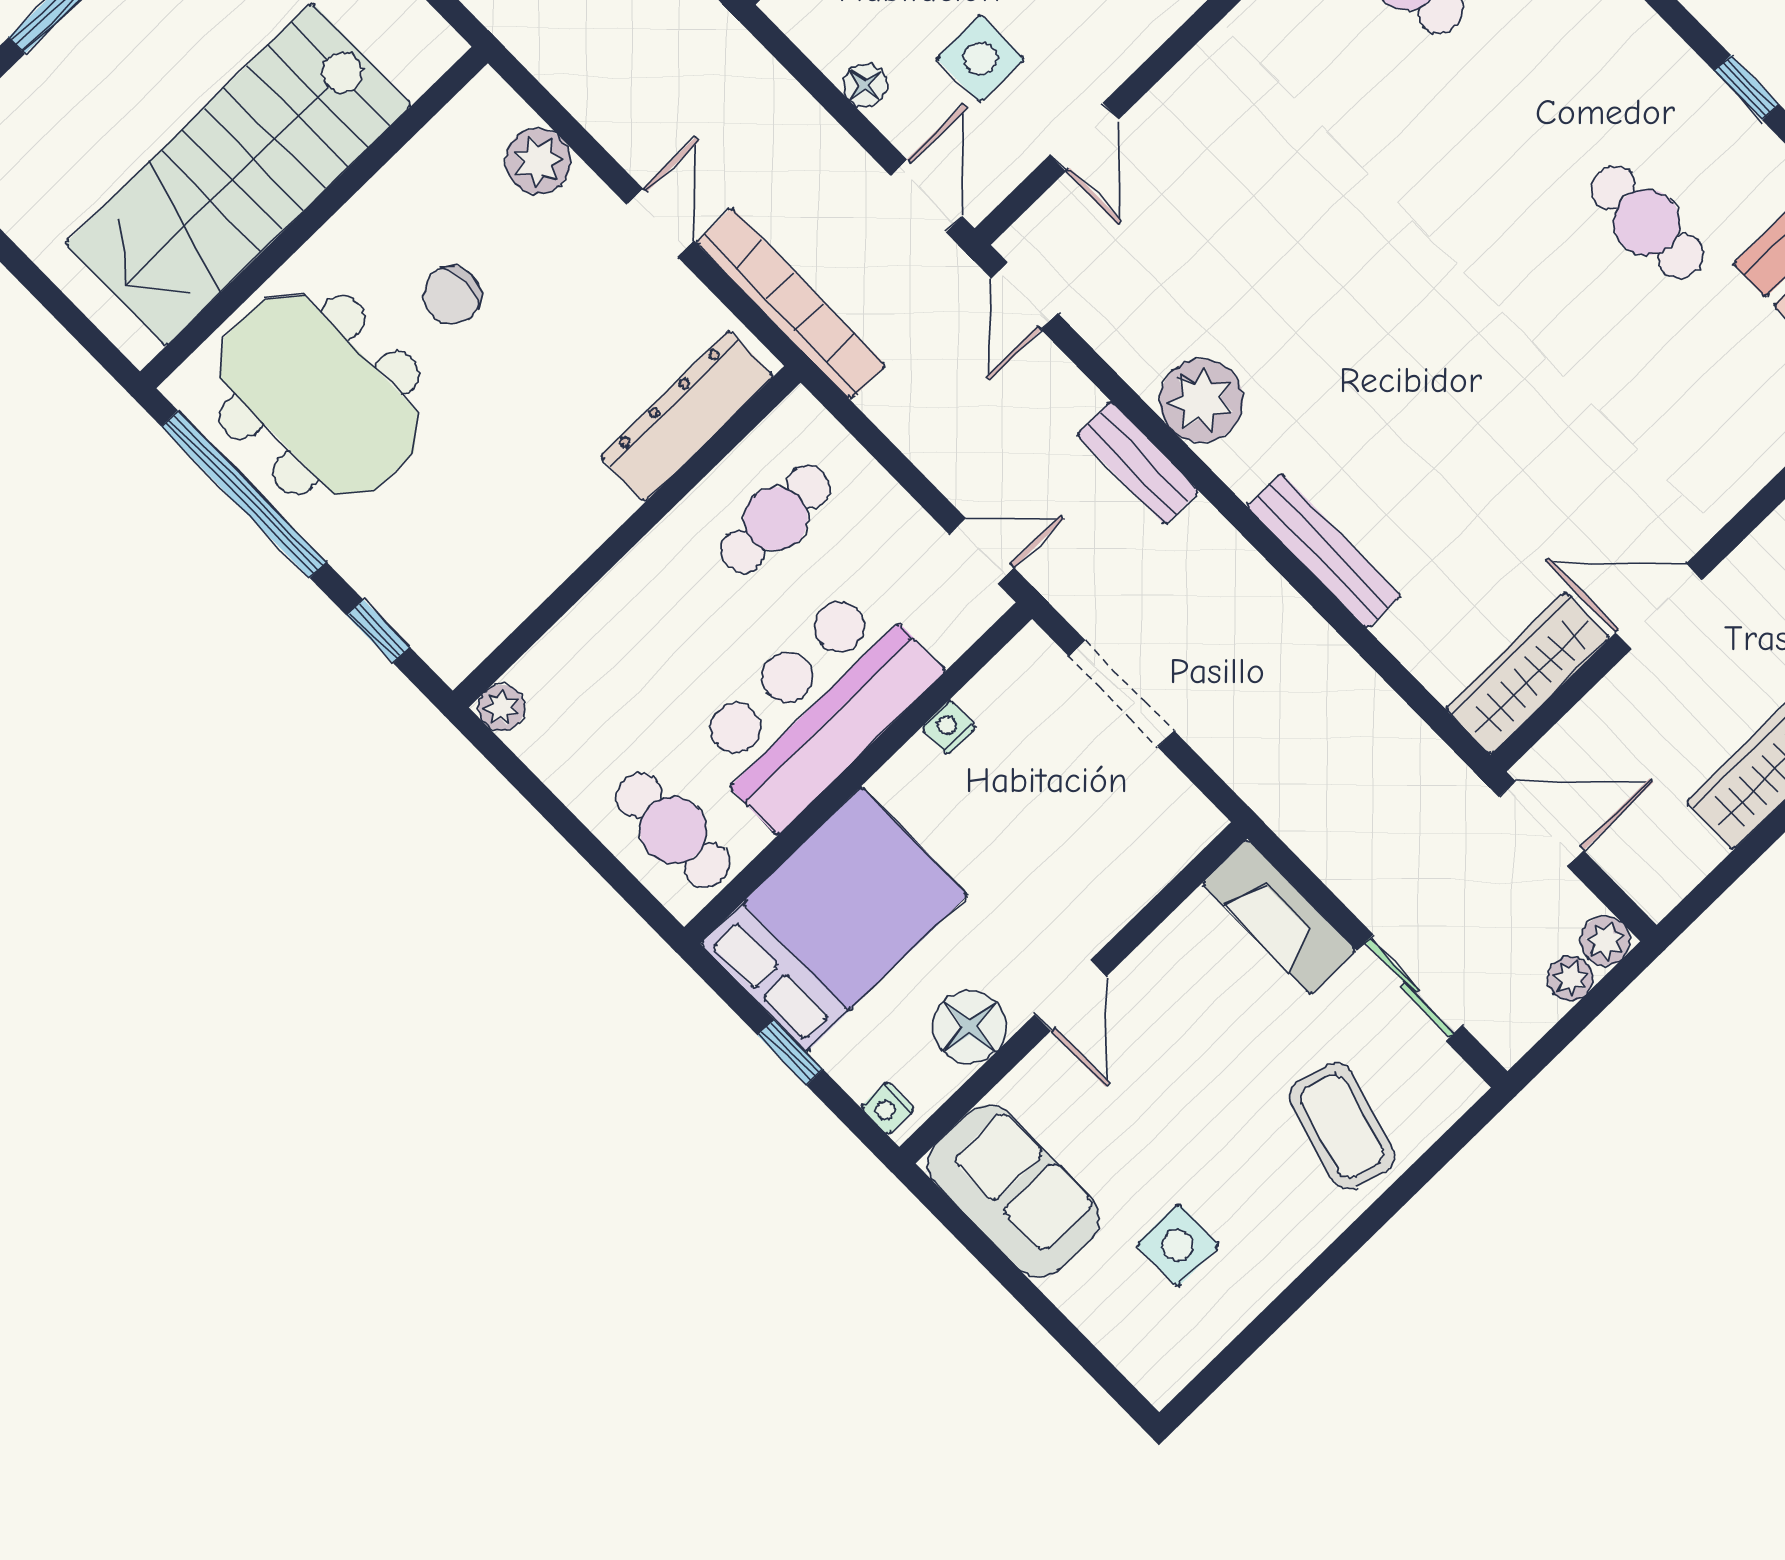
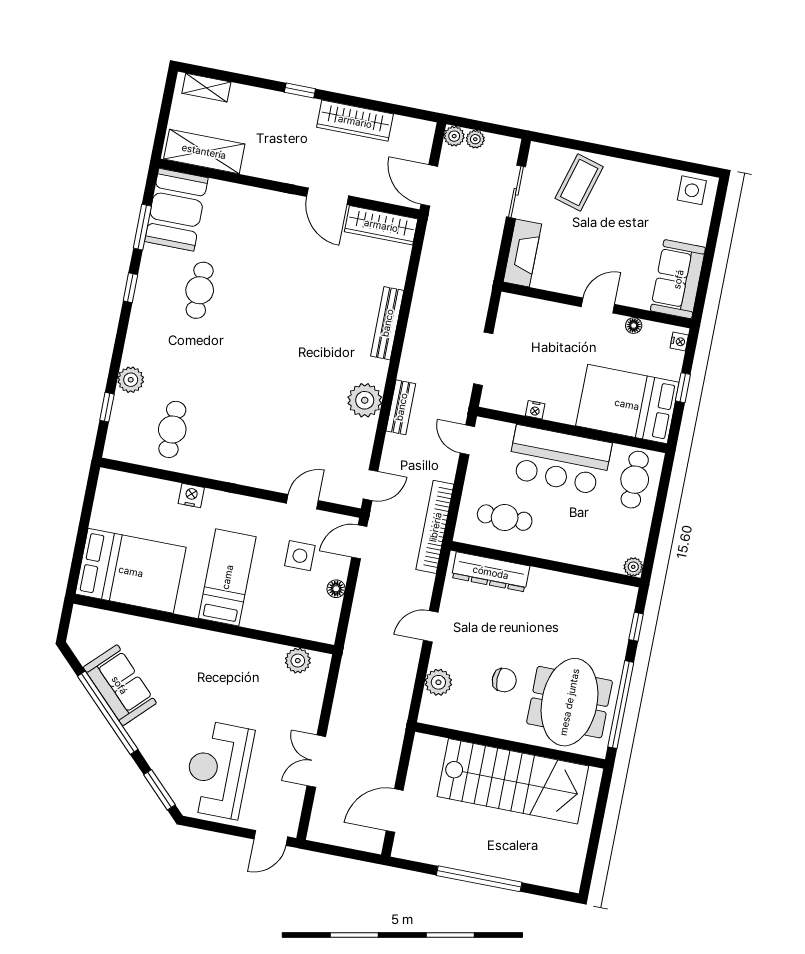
bookcase: (791, 304) -> (435, 527), moved
floor lamp: (970, 1027) -> (634, 326), width x0.53, depth x0.53
side table: (1178, 1245) -> (692, 190), moved

